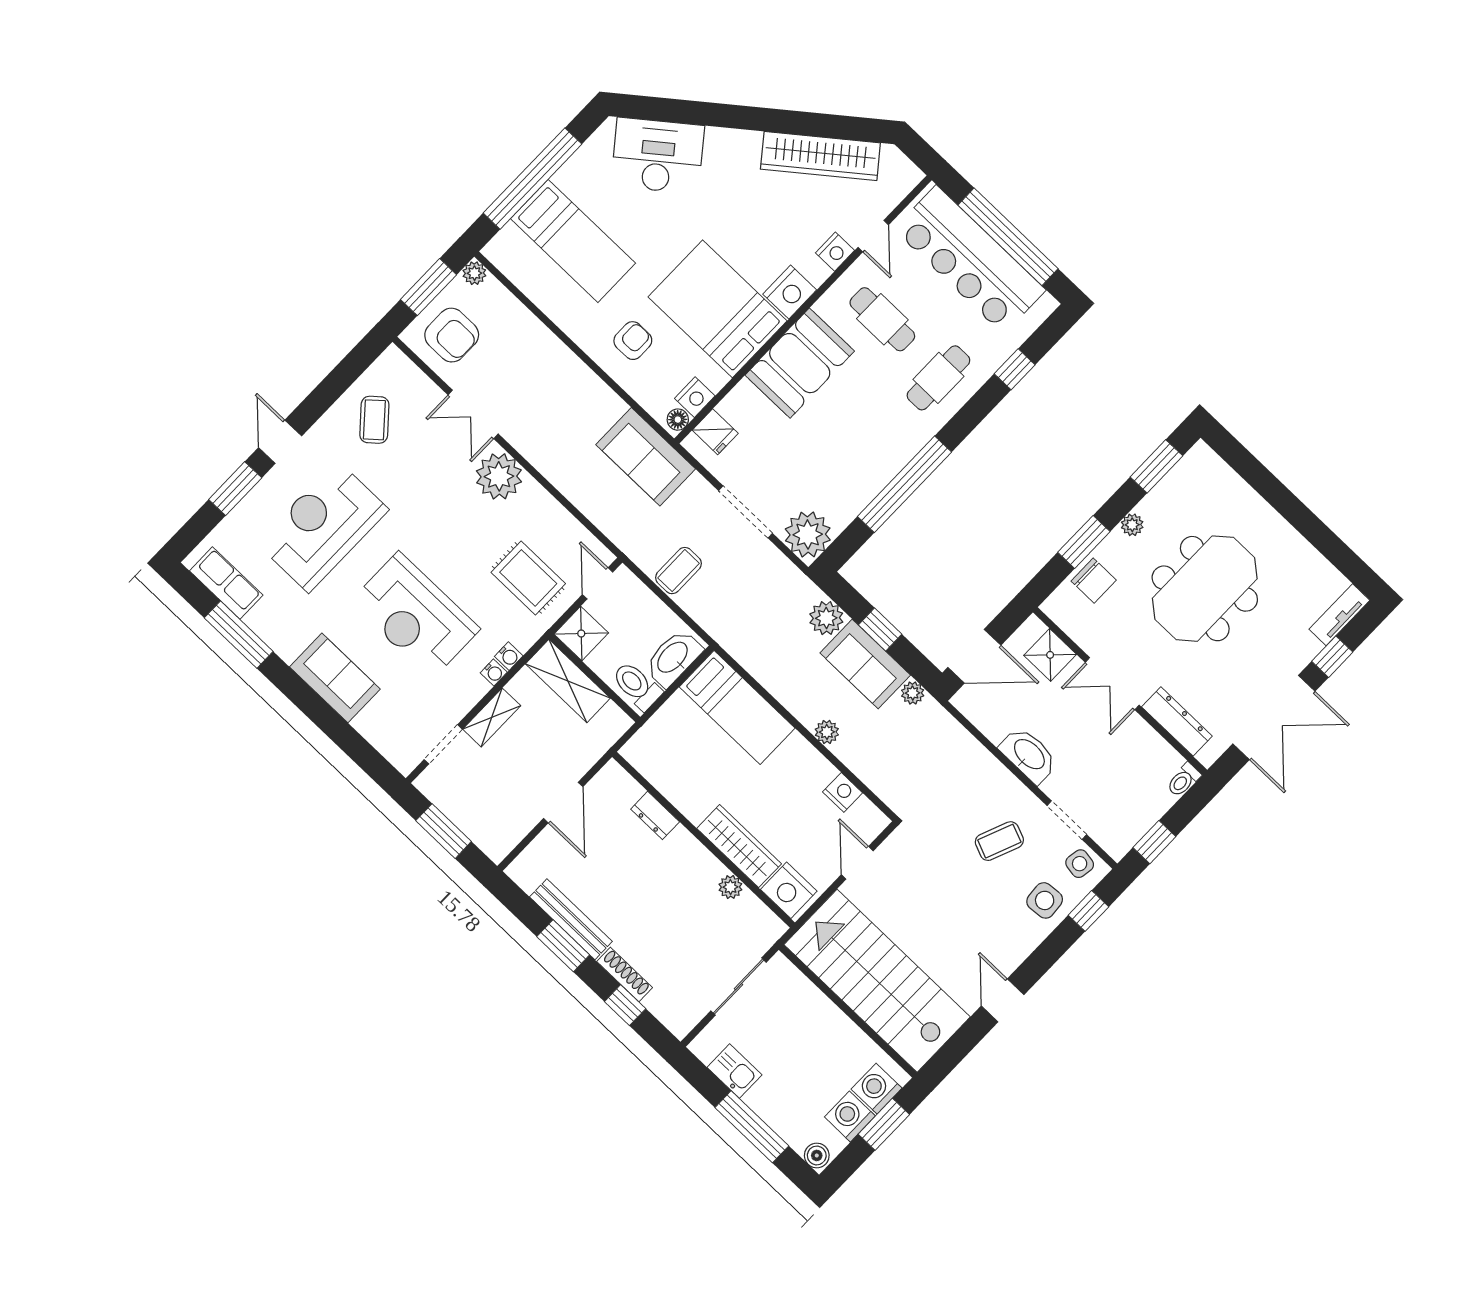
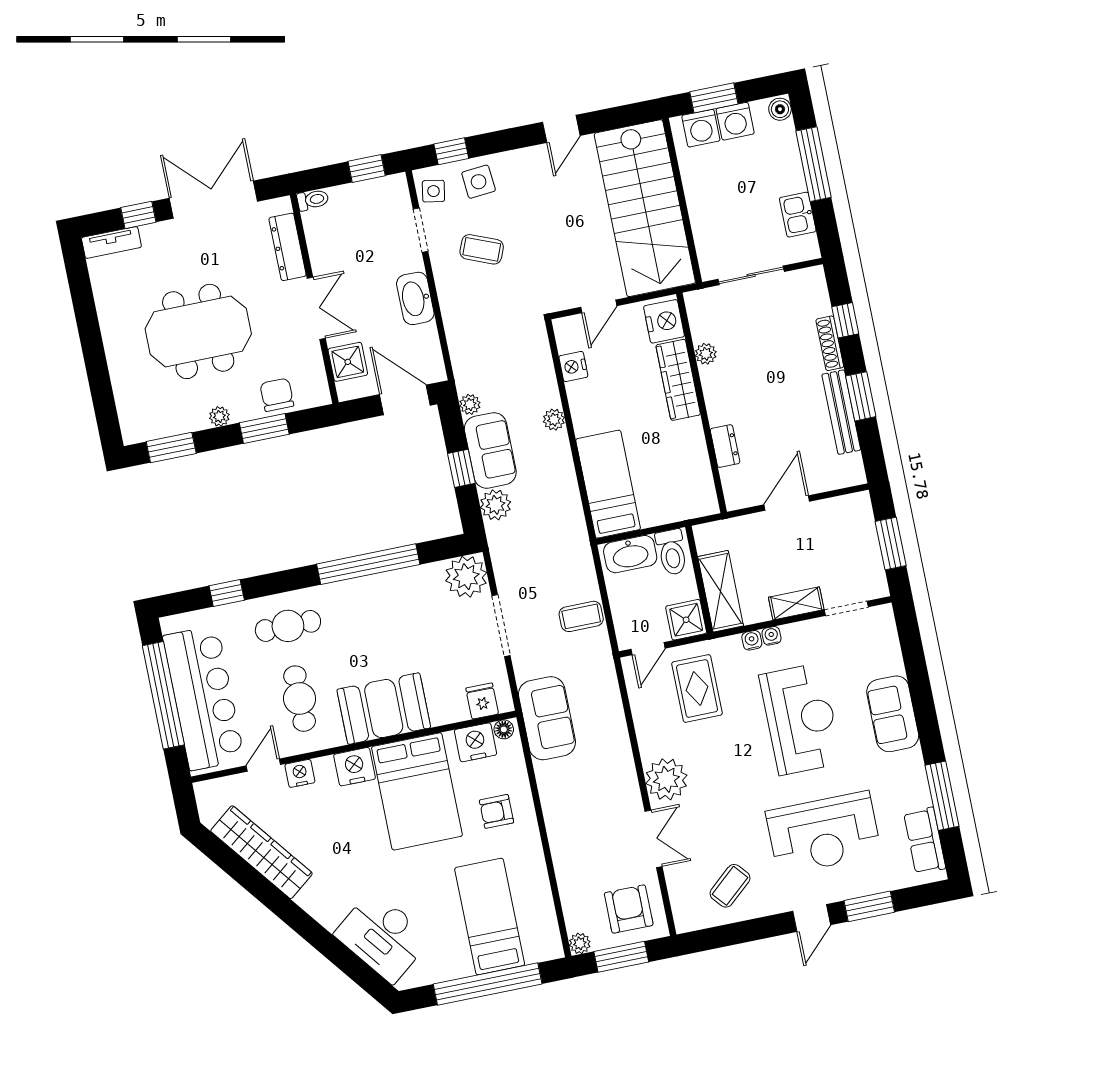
nightstand: (695, 397) -> (475, 742), width x1.36, depth x1.33

